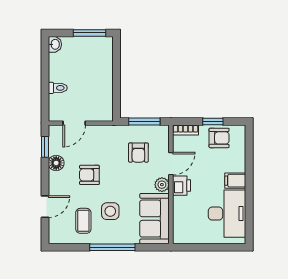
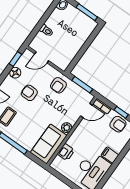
armchair: (138, 153) -> (58, 85), moved
door: (171, 164) -> (86, 110), moved
printer: (181, 186) -> (66, 152), moved
side table: (110, 211) -> (27, 122), removed

